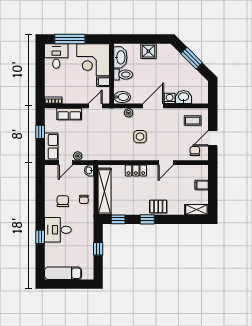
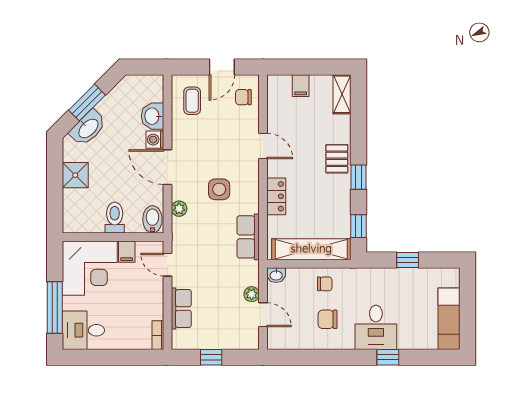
washbasin: (120, 57) -> (88, 128), moved, turned 135
door: (213, 138) -> (222, 67), hinge flipped
row of seats: (51, 147) -> (248, 237), moved, turned -90

